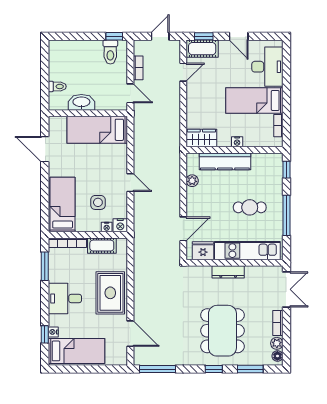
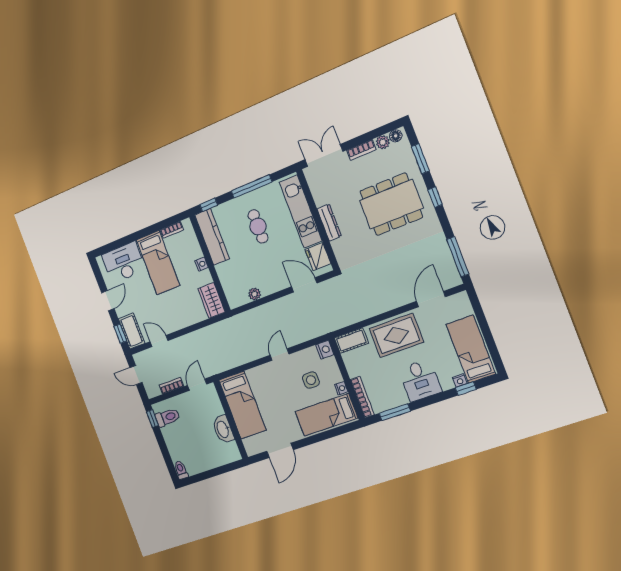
toilet: (57, 86) -> (181, 470), moved
kitchen counter: (225, 161) -> (212, 237), moved
nightstand: (107, 227) -> (341, 388), moved
cot: (102, 246) -> (351, 341), moved, turned 90

